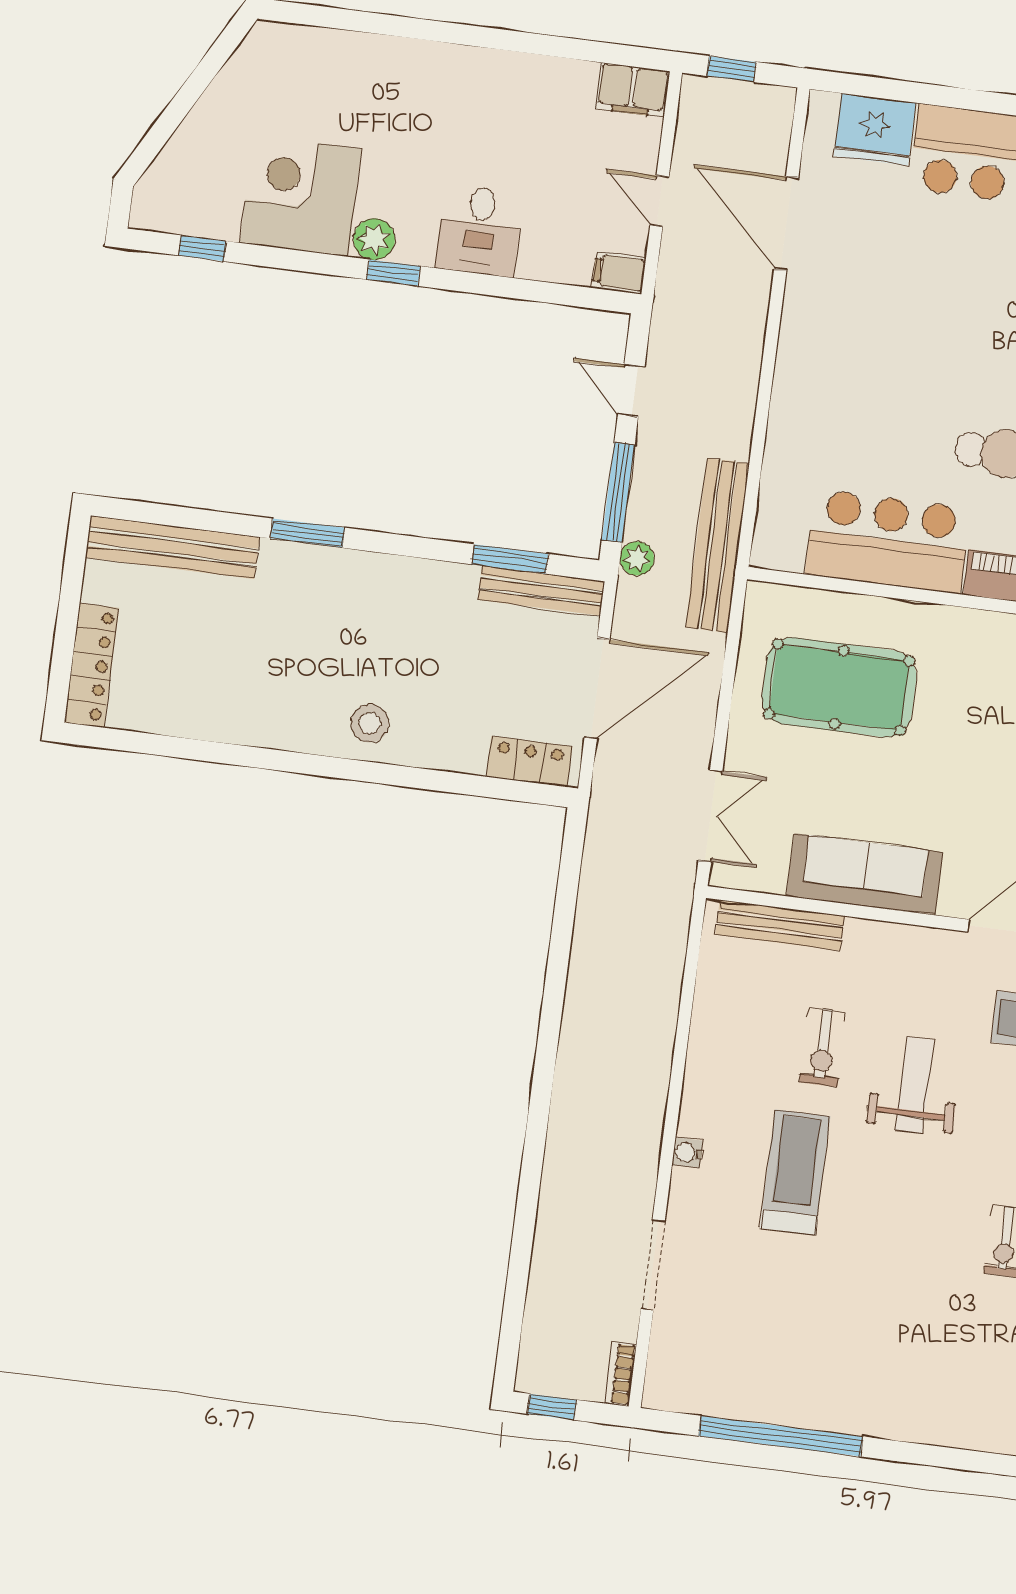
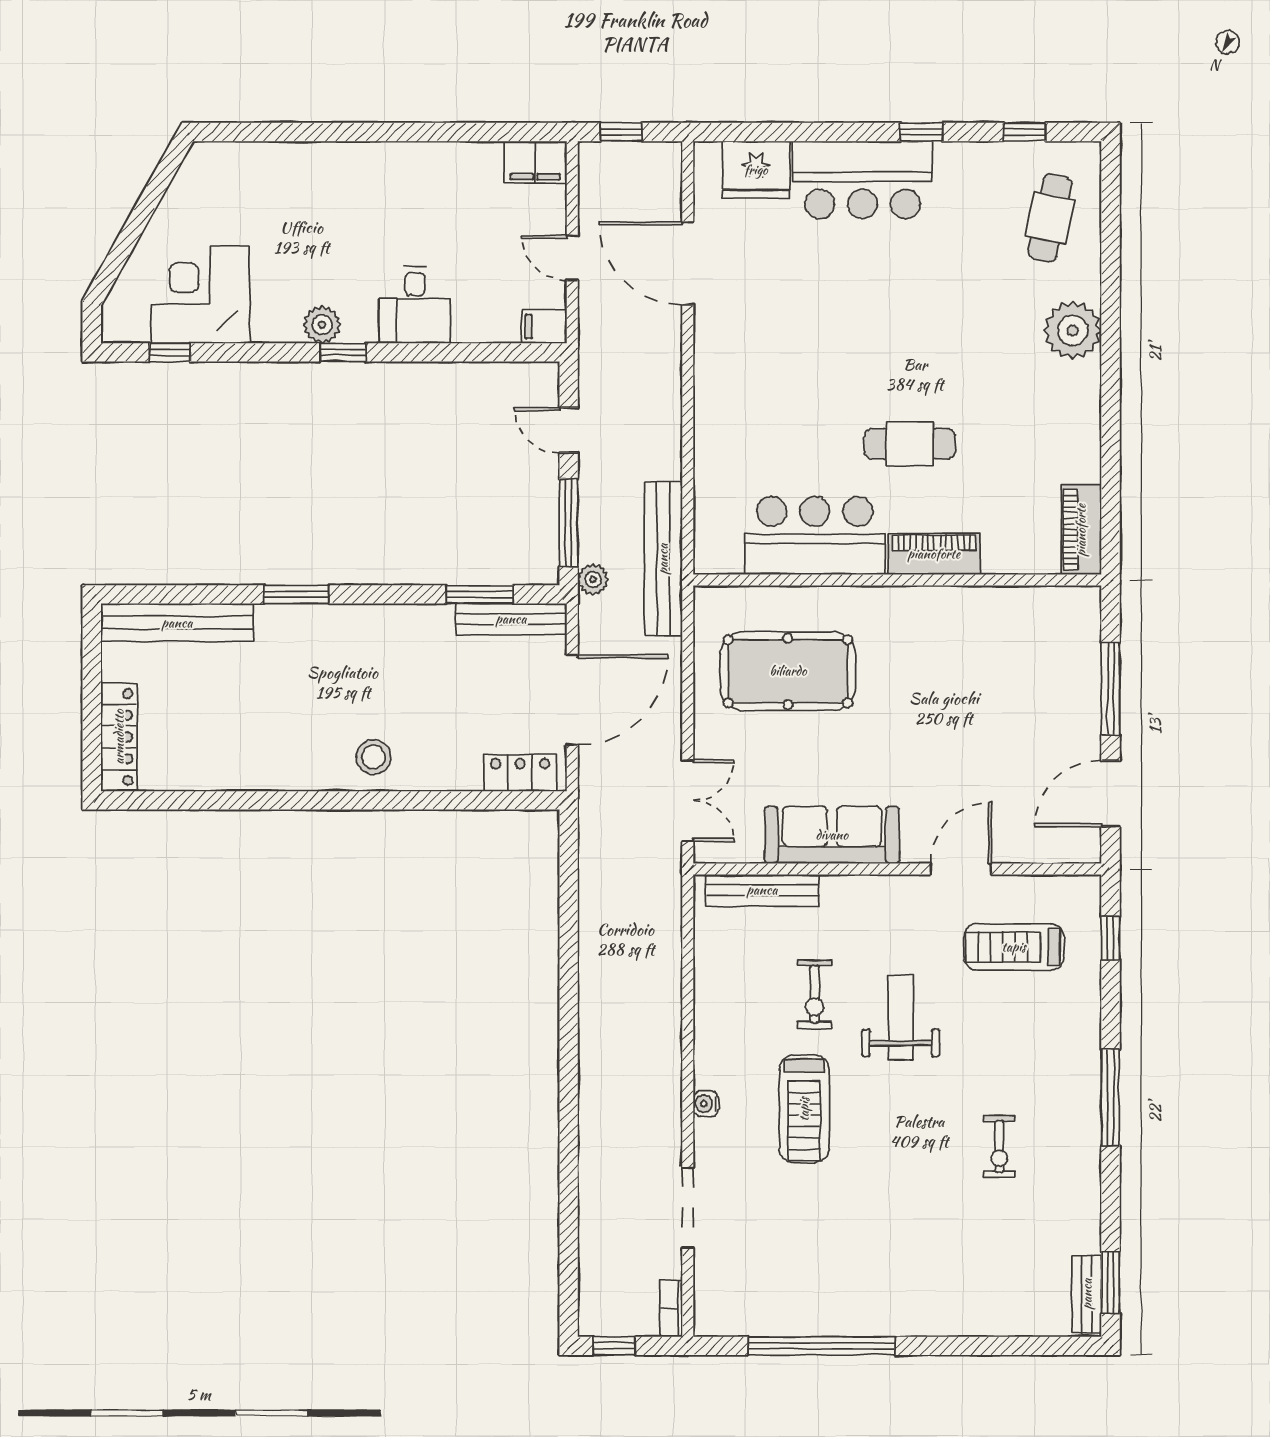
corner desk: (301, 196) -> (201, 294), moved
treadmill: (795, 1172) -> (804, 1109), turned 180

